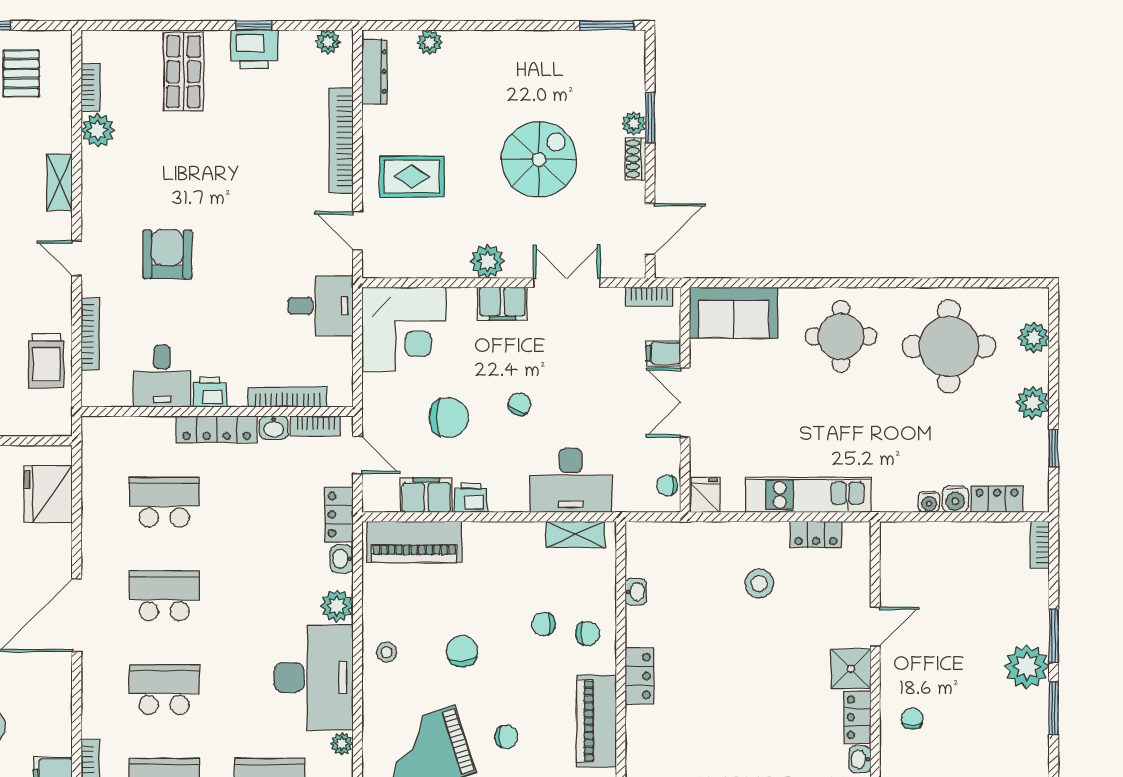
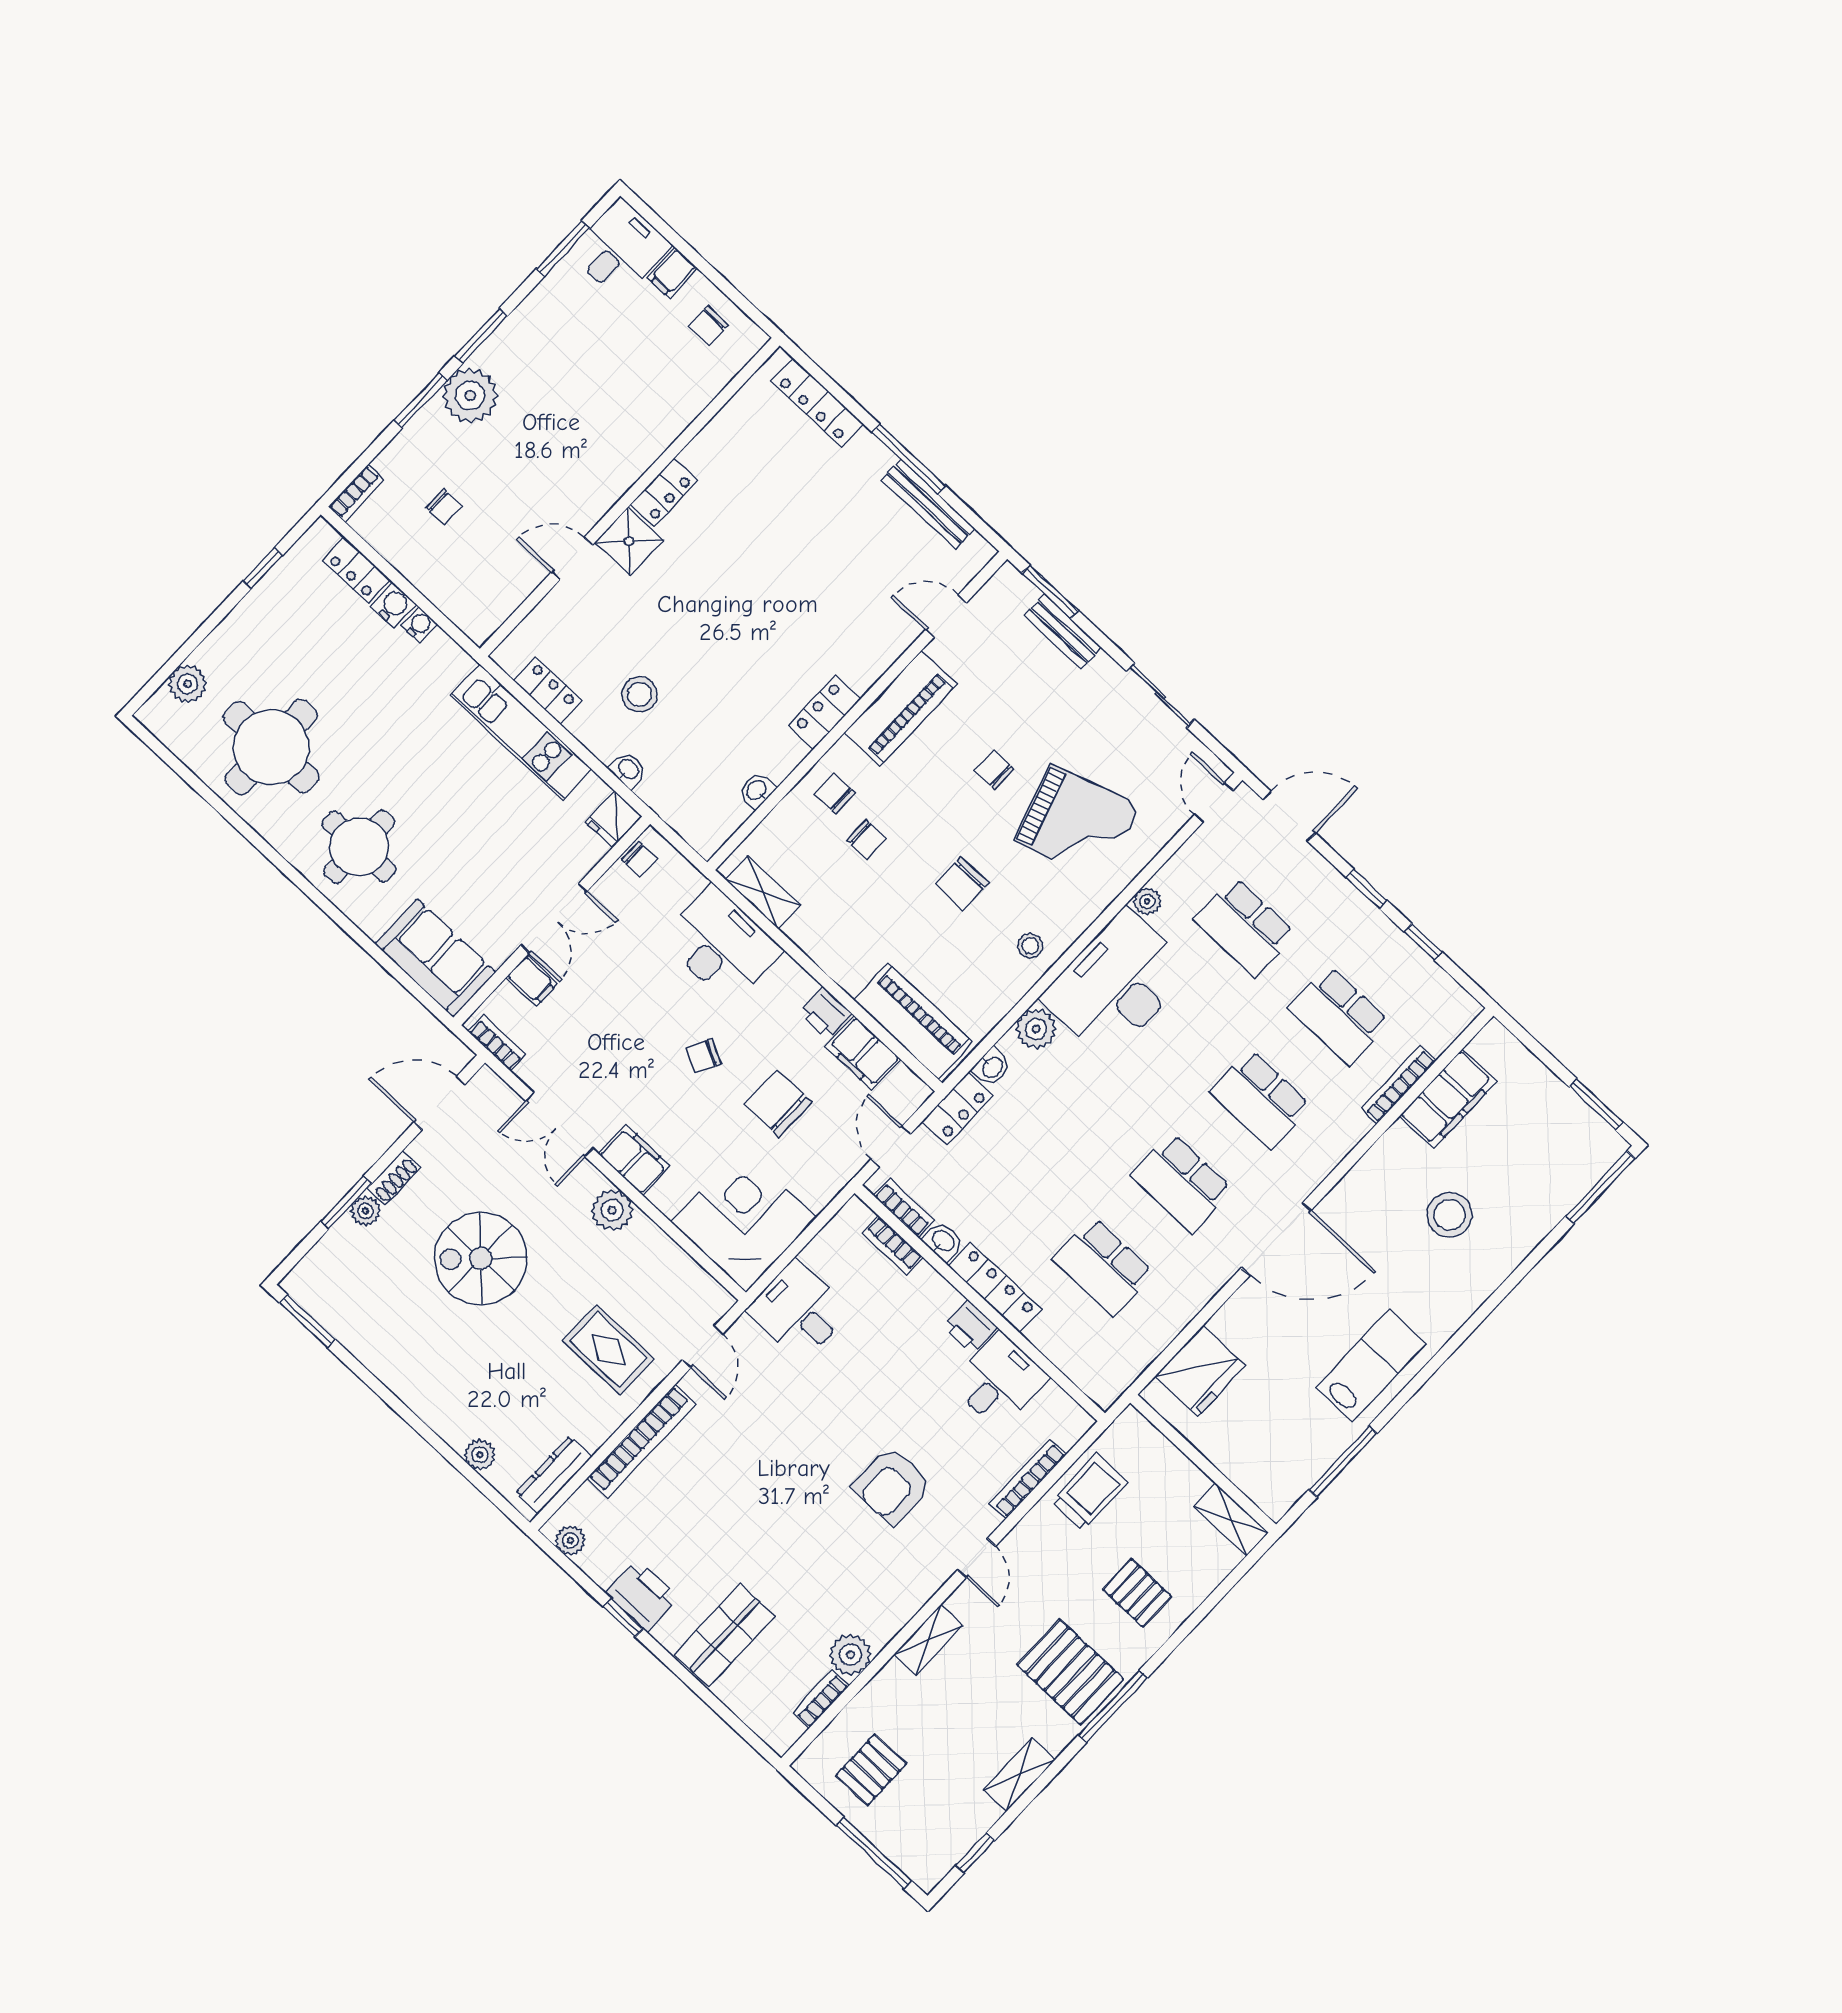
bookcase: (287, 397) -> (892, 1245), width x0.64
plant: (1033, 403) -> (243, 626), removed
chair: (912, 719) -> (444, 507), moved, turned -90
washbasin: (860, 759) -> (628, 770), moved, turned -90

